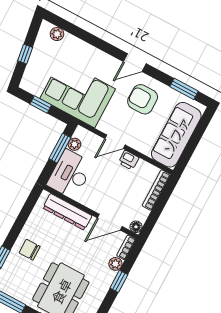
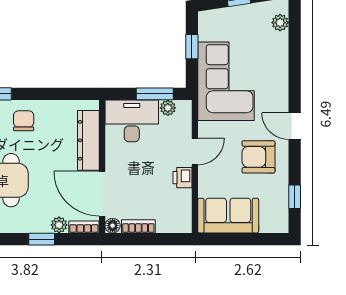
window: (184, 89) -> (295, 197), width x0.67
armchair: (143, 99) -> (258, 157), turned -90
sofa: (176, 135) -> (228, 216), width x0.73
door: (115, 142) -> (195, 152), swing flipped
bookcase: (156, 190) -> (138, 226), moved, width x0.64
door: (110, 222) -> (102, 194), width x1.36

